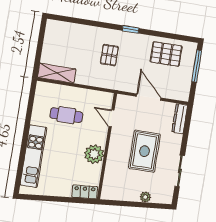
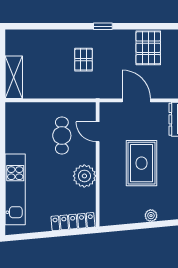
pallet: (166, 54) -> (148, 48), turned 90
shelving: (57, 73) -> (14, 77), moved, turned 90
cafe table: (66, 115) -> (62, 136), moved, turned 90
locker: (85, 192) -> (73, 222), width x1.53

